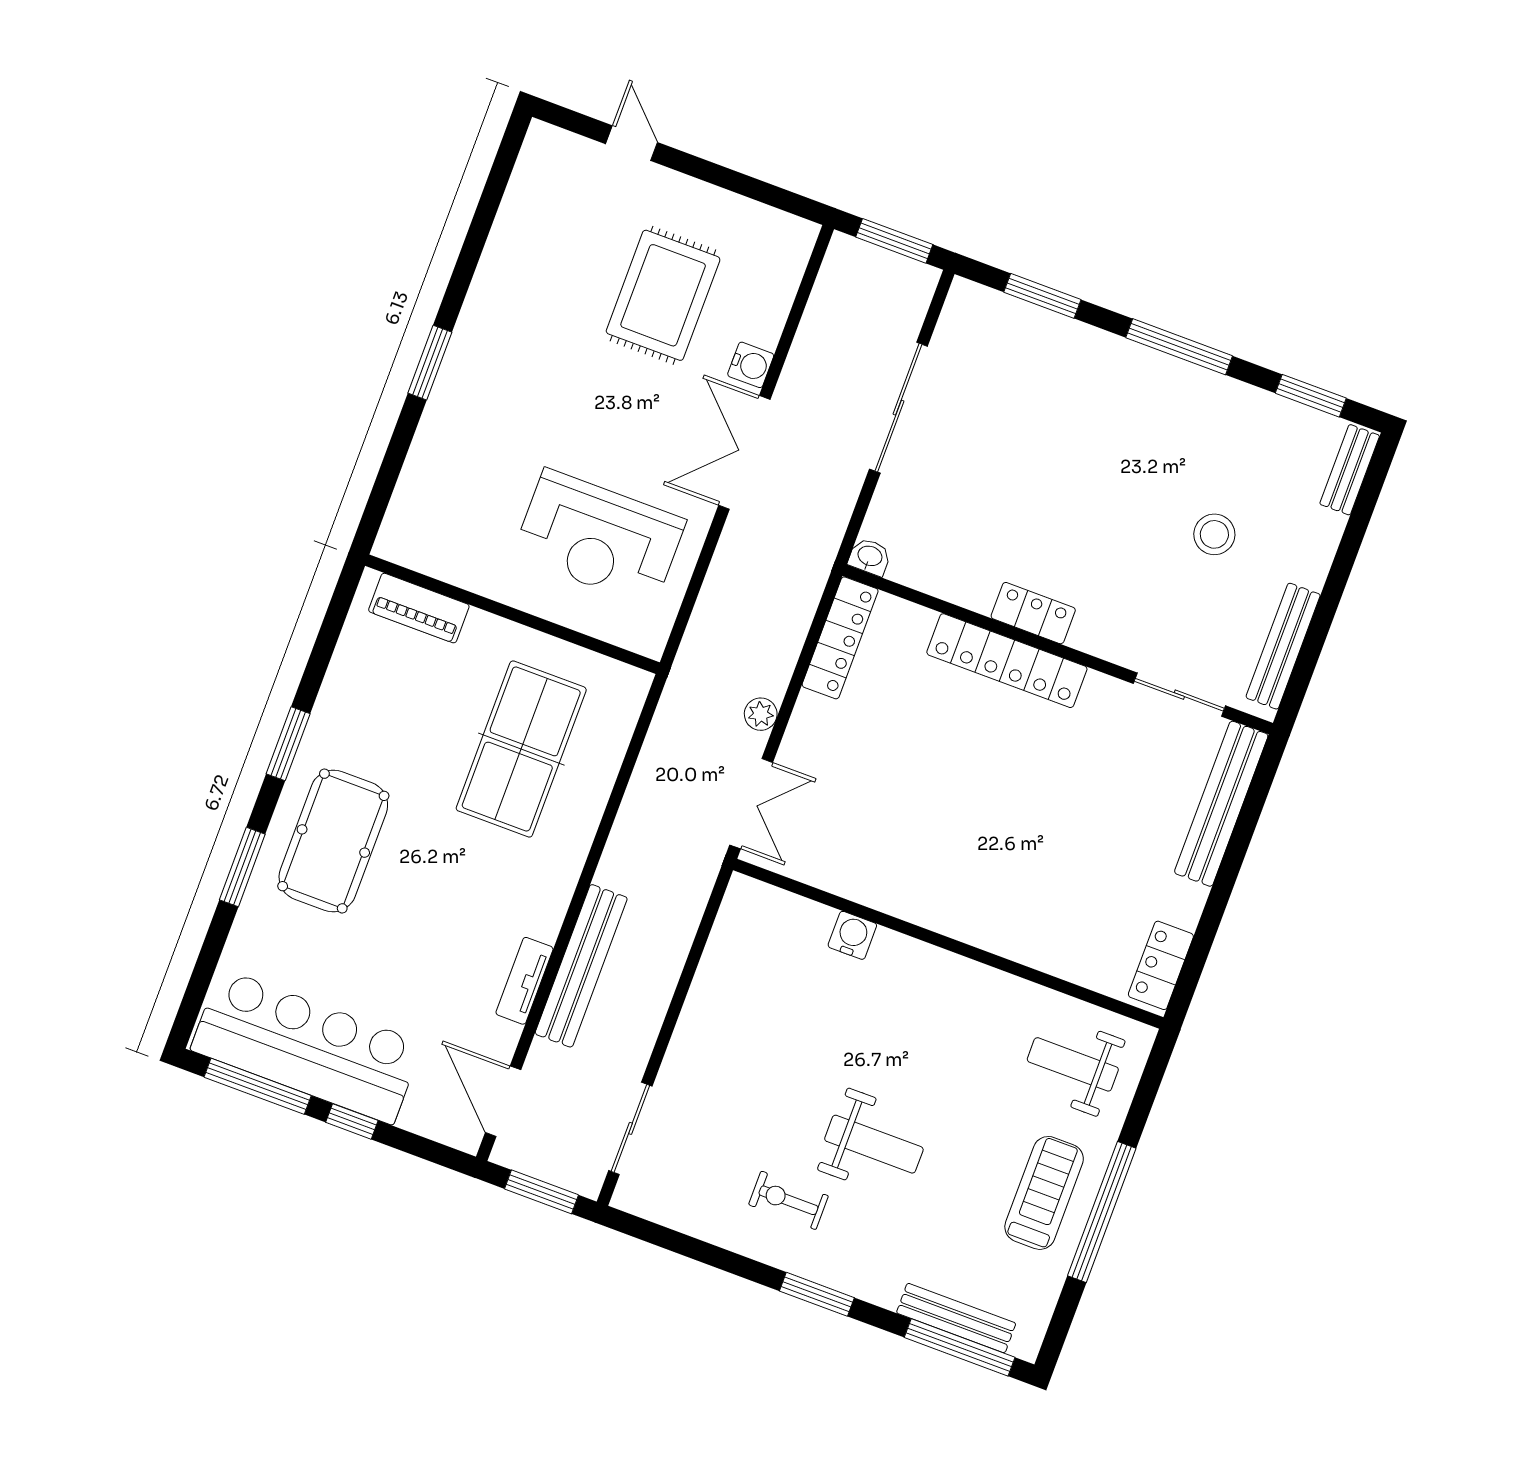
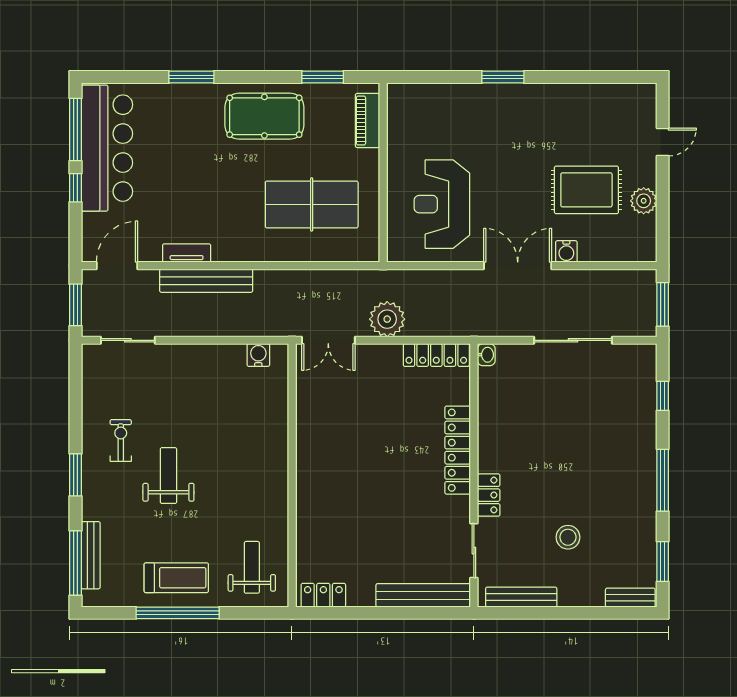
plant: (715, 209) -> (644, 201), added
window: (1042, 296) -> (663, 396), width x0.67
locker: (1033, 613) -> (489, 495), moved
plant: (761, 714) -> (387, 319), width x1.87, depth x1.87
window: (288, 744) -> (323, 77), moved
pool table: (333, 841) -> (264, 116), moved
water cooler: (852, 935) -> (258, 355), moved, turned -90
weight bench: (874, 1144) -> (168, 476), turned 180

